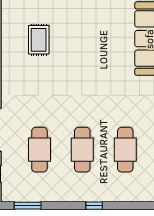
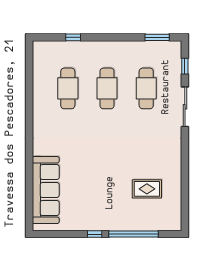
rug: (39, 40) -> (147, 189), turned 90
window: (94, 206) -> (73, 37), moved

